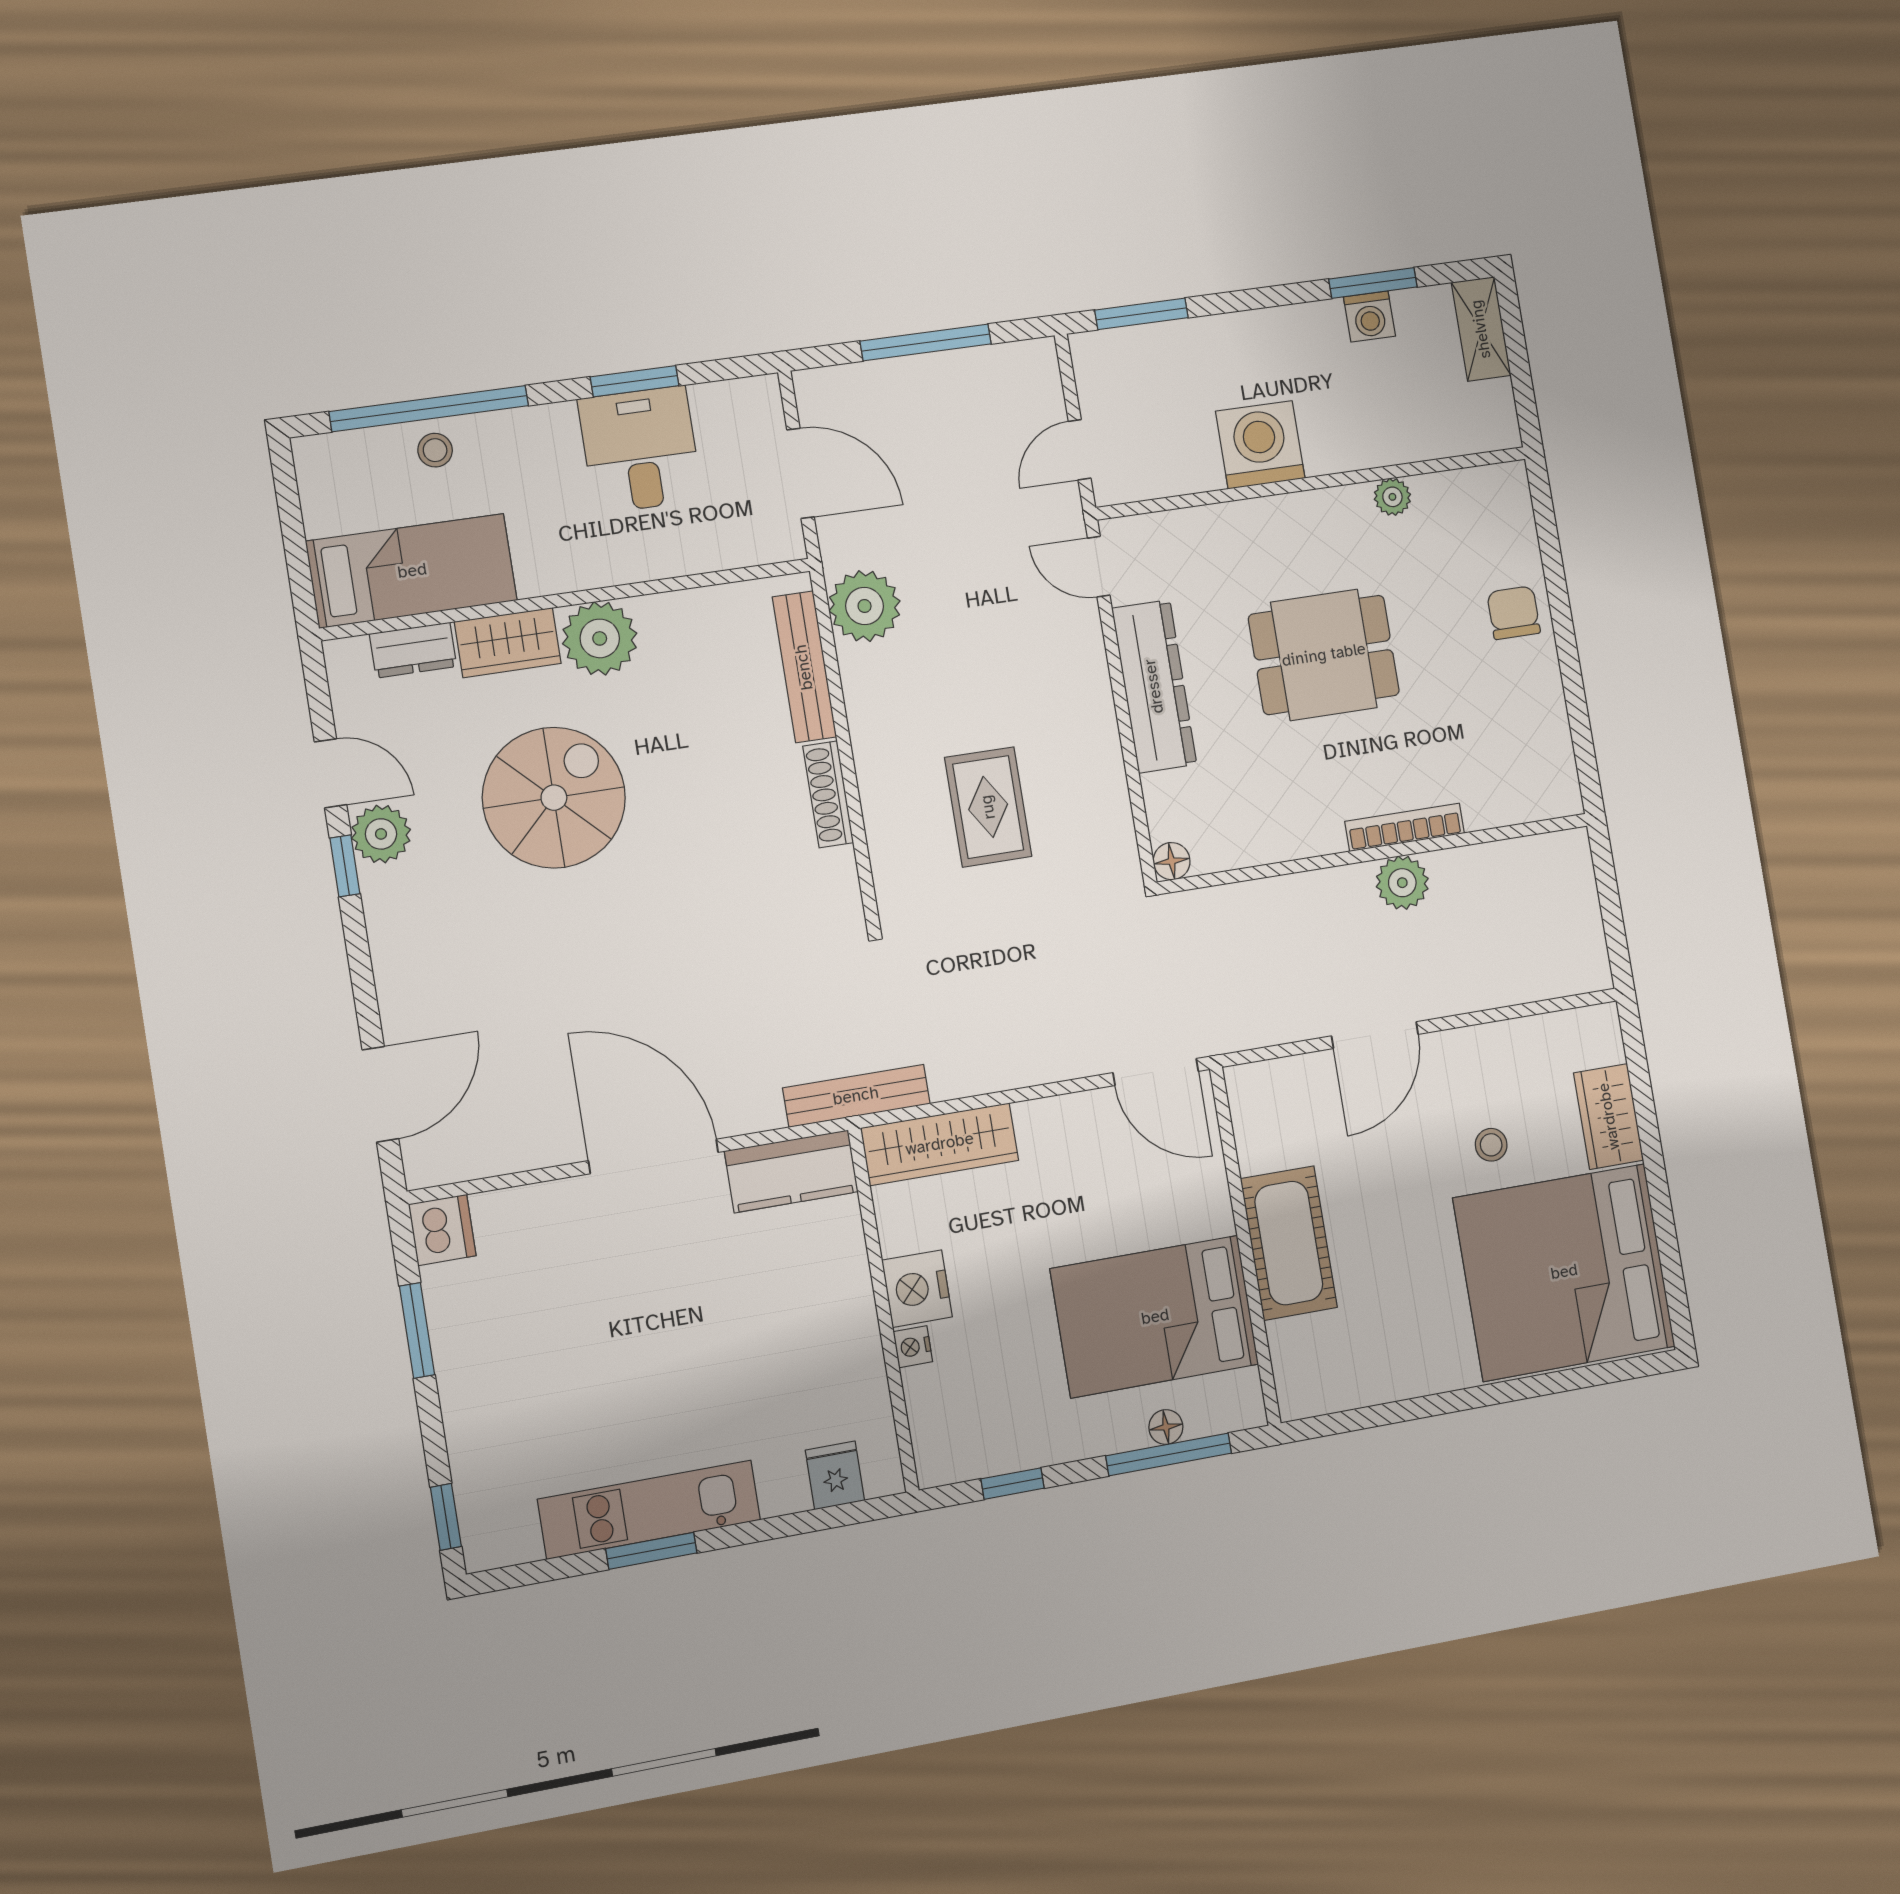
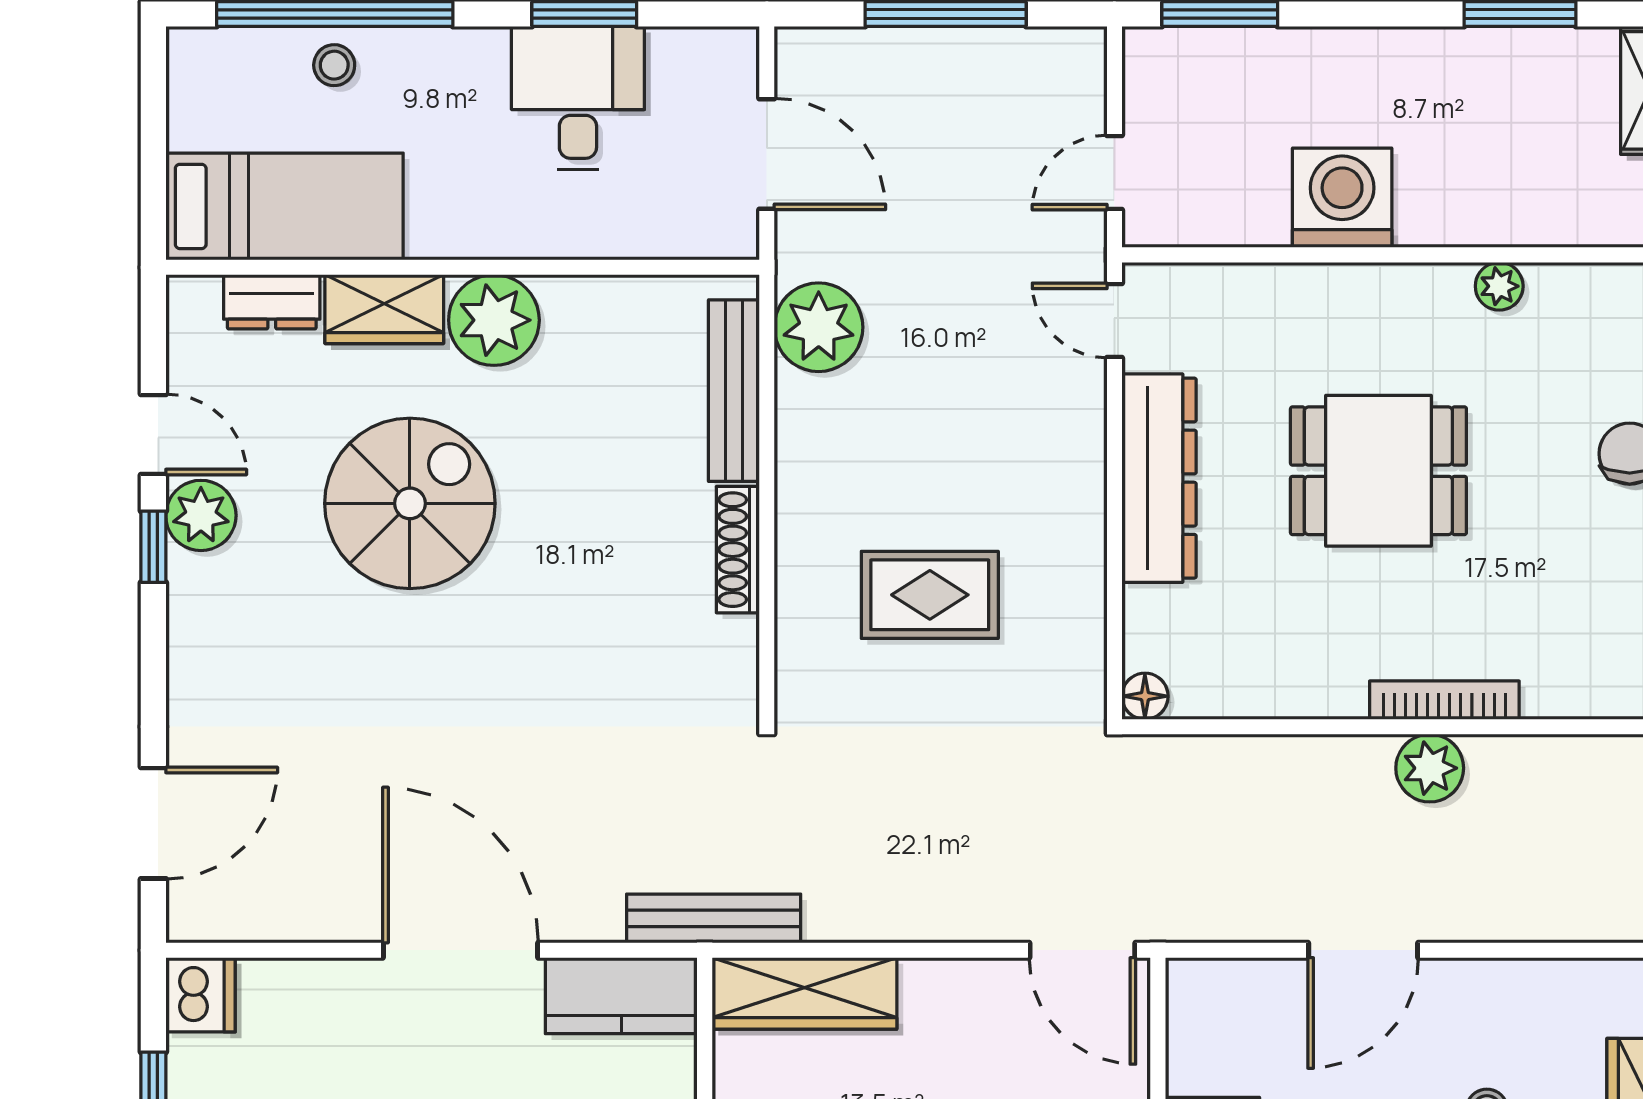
washing machine: (1369, 316) -> (1508, 56), removed
rug: (988, 807) -> (930, 595), turned 90

